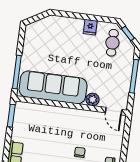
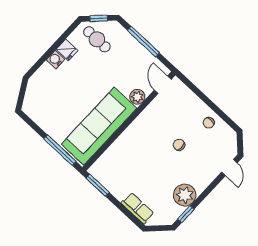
water cooler: (78, 24) -> (55, 60), added
door: (114, 111) -> (163, 85), swing flipped

